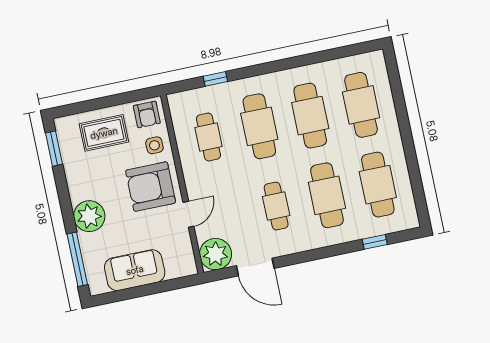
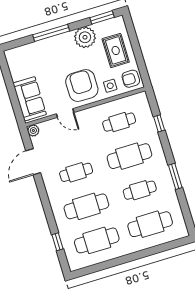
window: (295, 62) -> (175, 176), added
cafe table: (310, 116) -> (140, 190), width x0.73, depth x0.74
plant: (89, 216) -> (85, 37), moved
plant: (216, 254) -> (33, 130), width x0.53, depth x0.53
window: (77, 259) -> (51, 33), moved
sofa: (135, 270) -> (30, 99), moved

